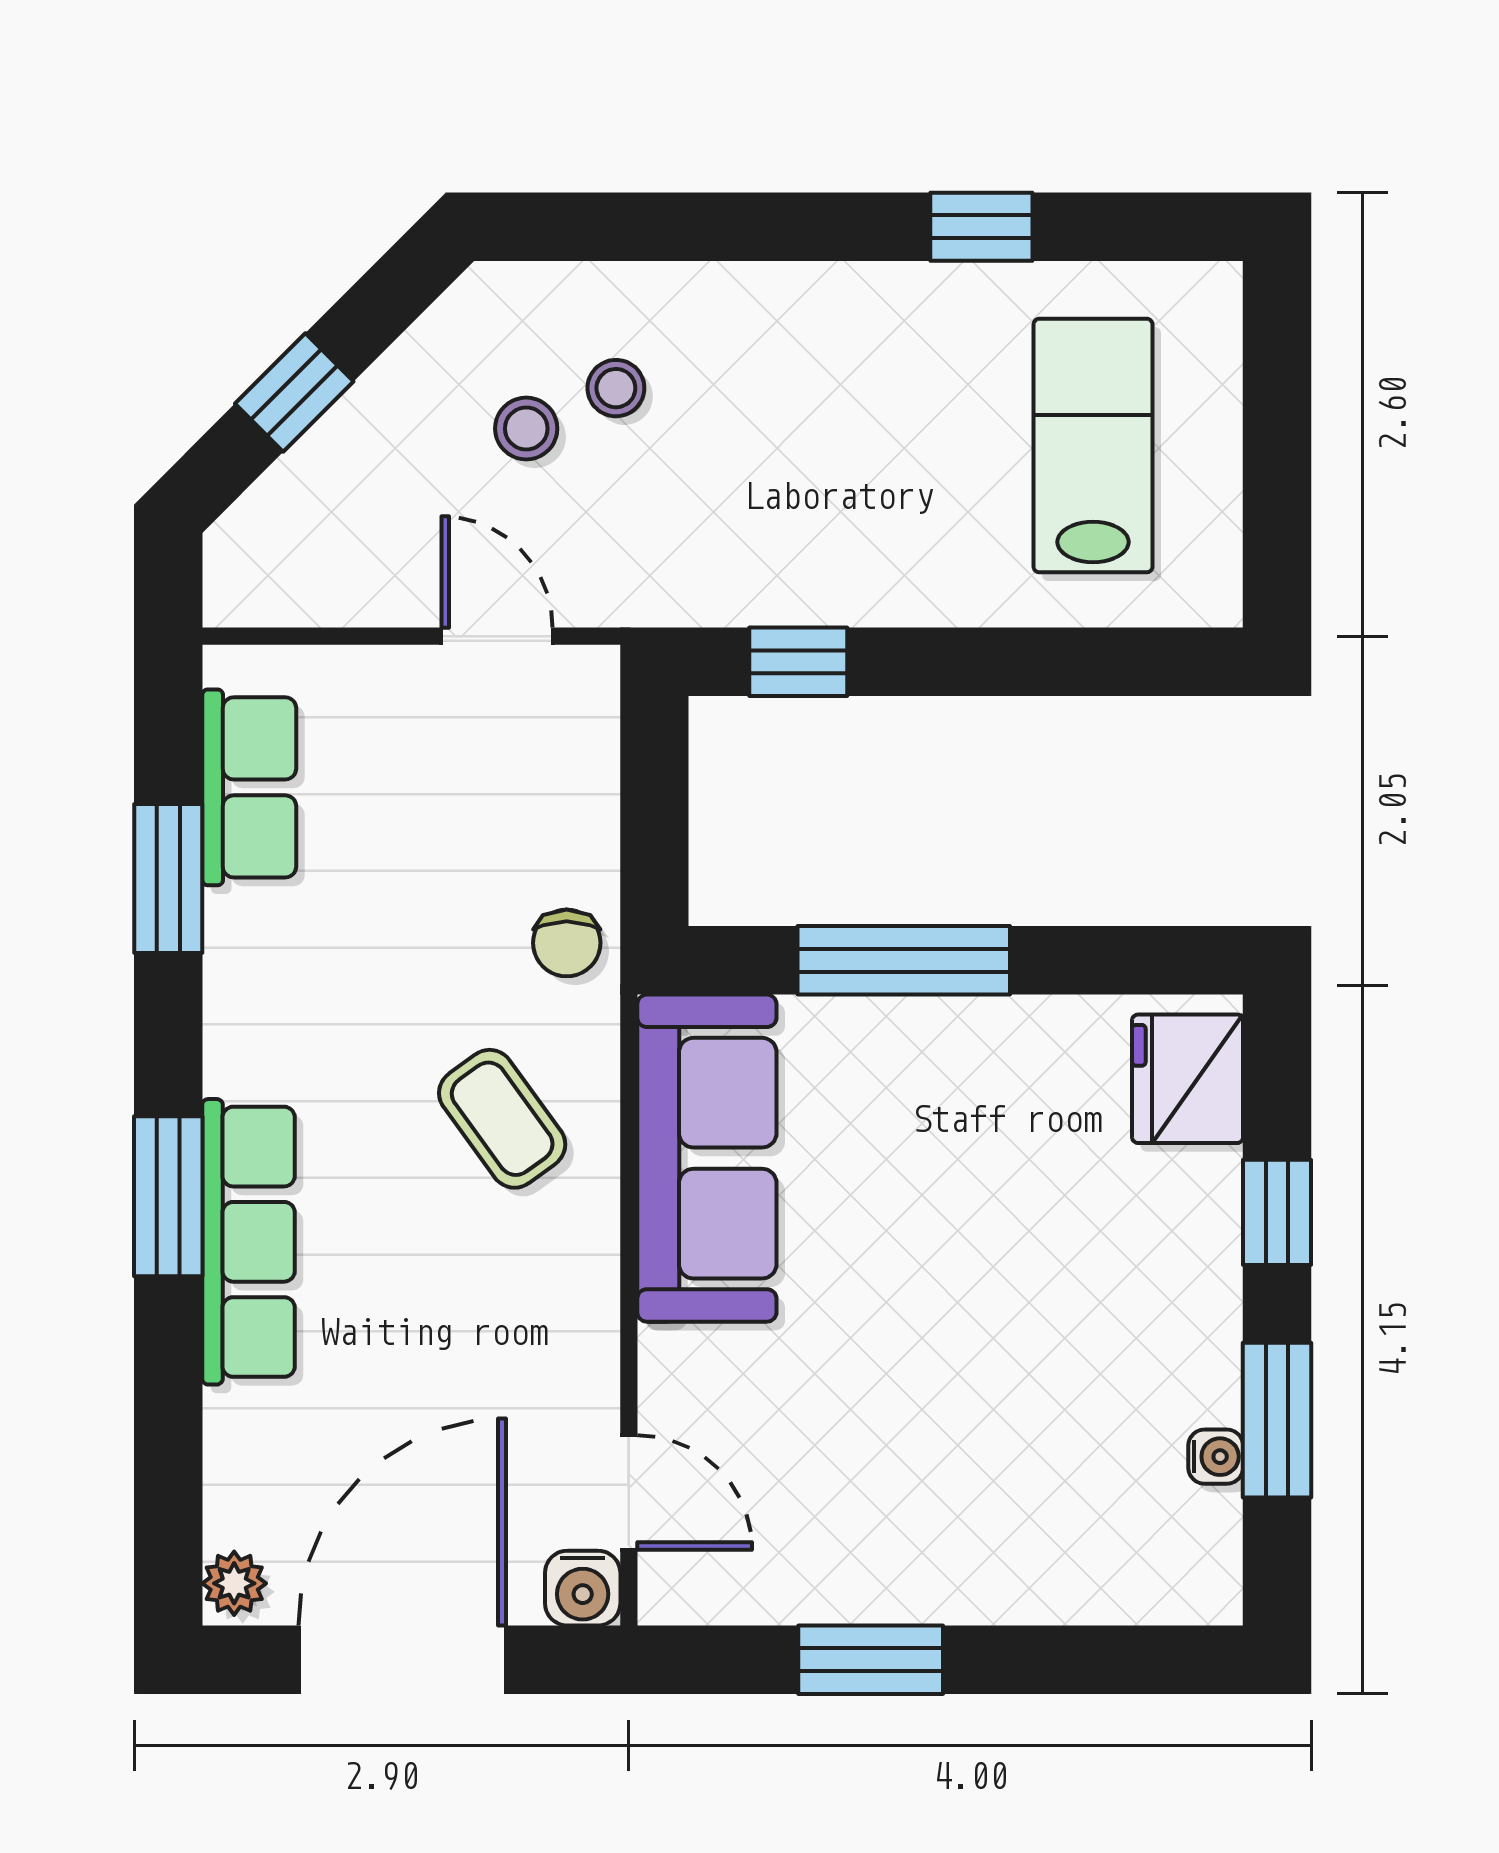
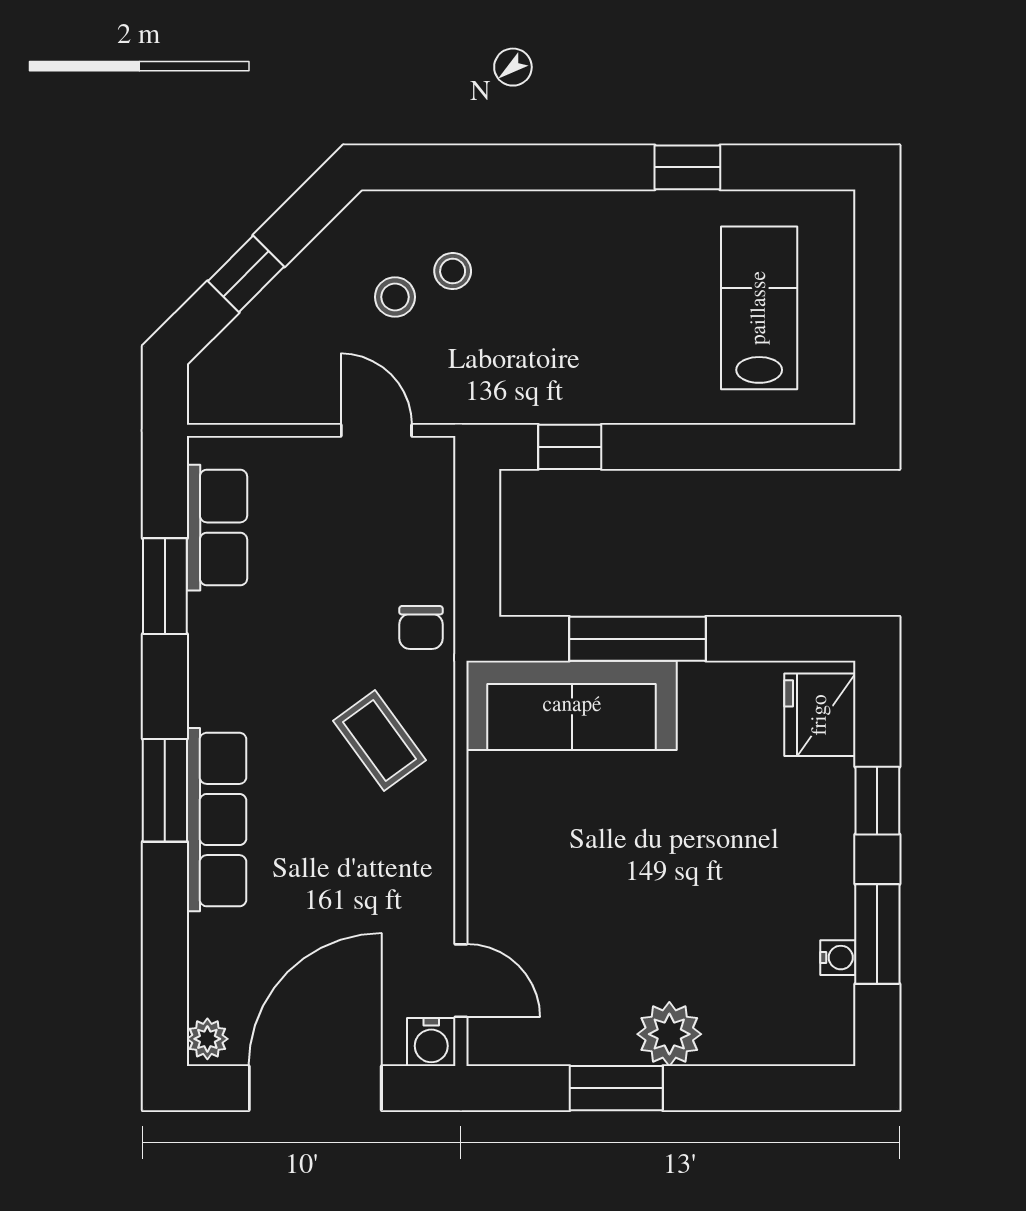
sofa: (707, 1158) -> (572, 705), moved, turned 90
plant: (953, 1576) -> (669, 1034), added

